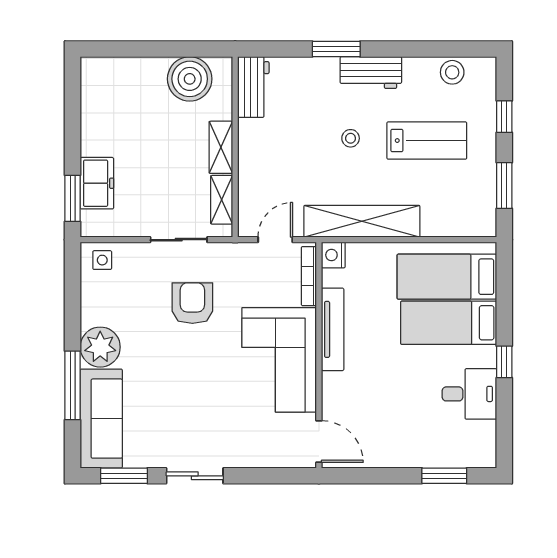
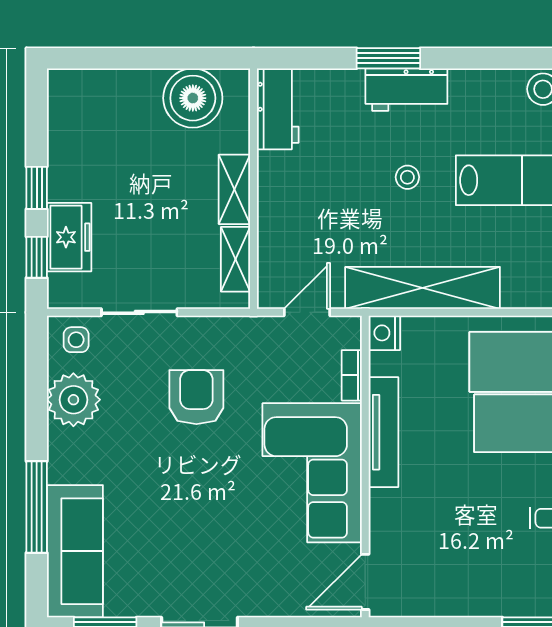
workbench: (371, 73) -> (406, 90), moved
window: (73, 146) -> (37, 188), added
window: (73, 198) -> (37, 257), width x0.67
sliding door: (179, 240) -> (139, 312), moved
bookcase: (309, 276) -> (352, 375), width x0.64
plant: (100, 347) -> (73, 400), moved
door: (319, 442) -> (365, 582), swing flipped

